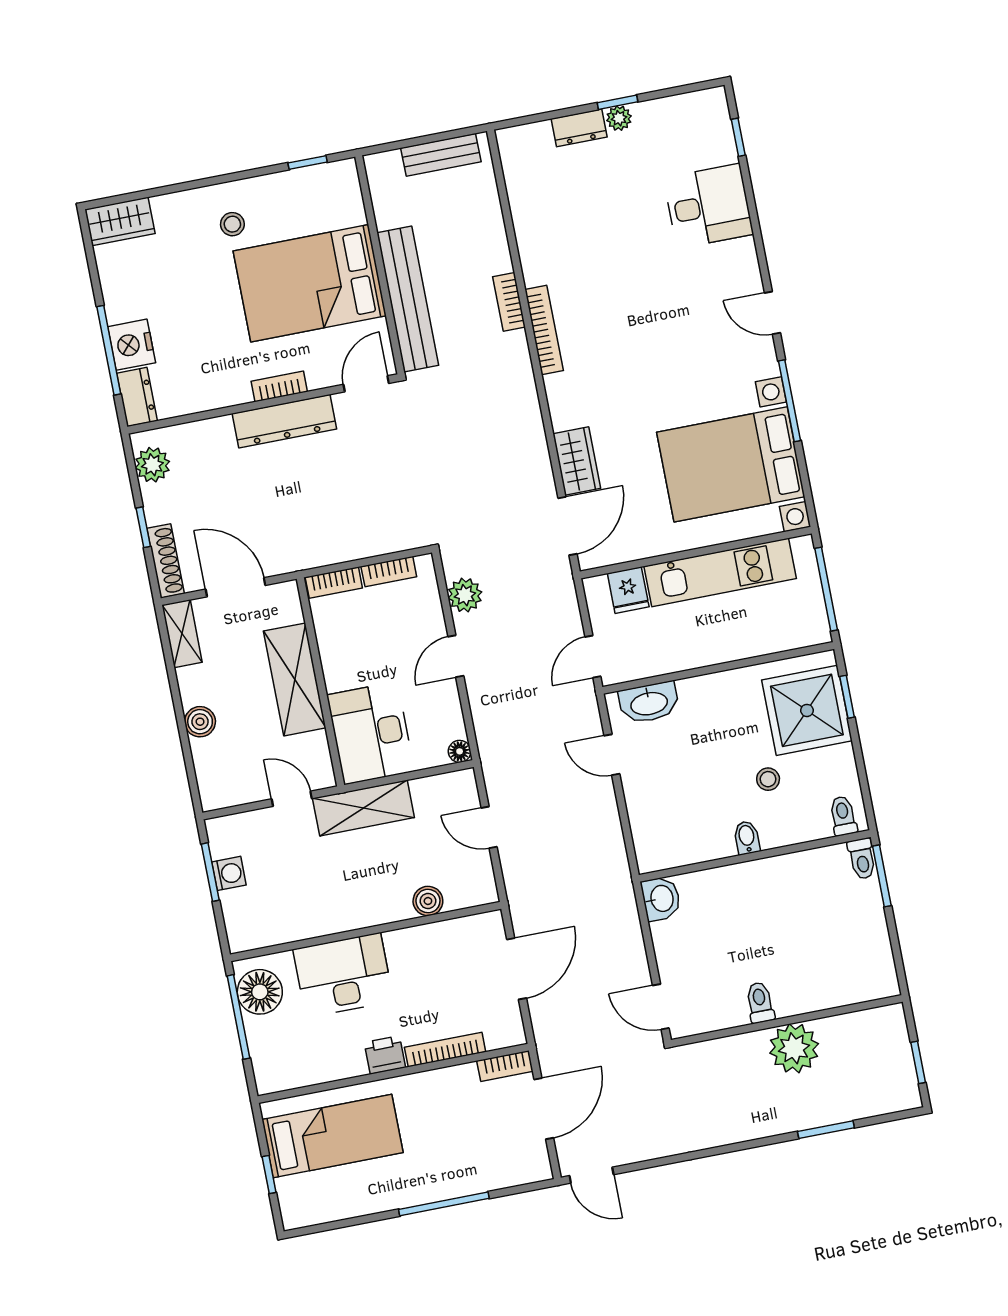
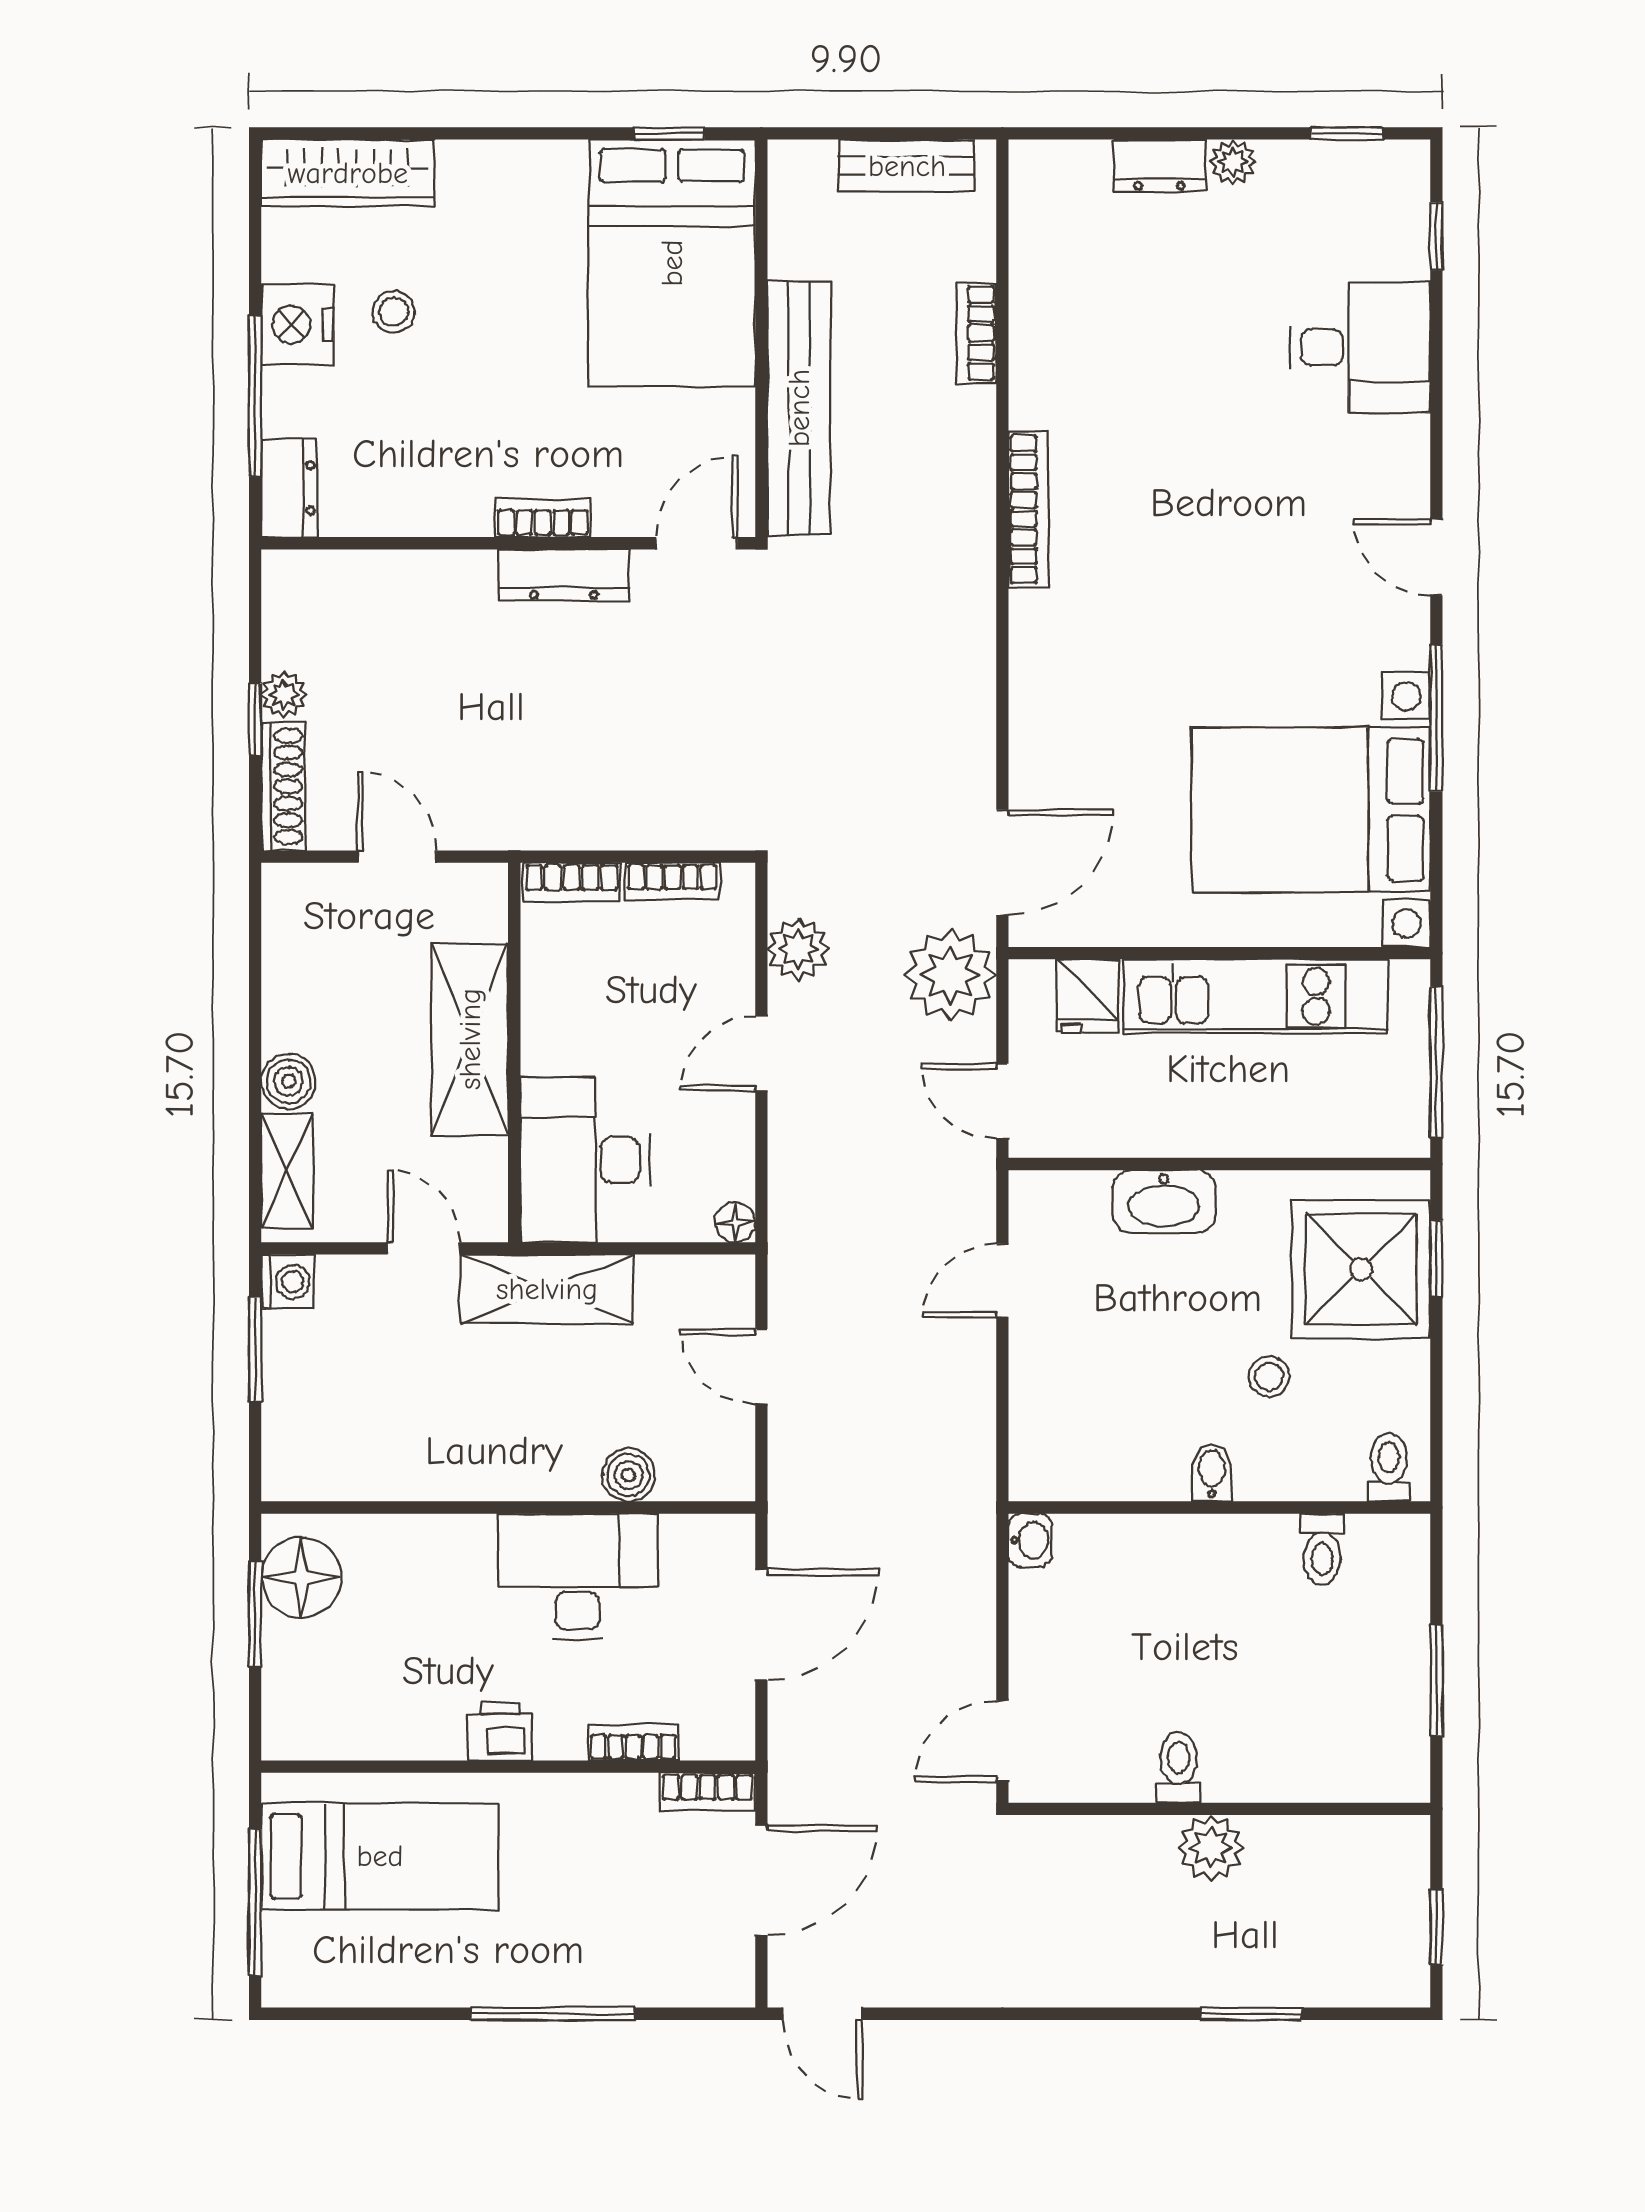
window: (618, 102) -> (1347, 133), moved
wardrobe: (120, 221) -> (348, 173), width x1.50
stool: (232, 224) -> (394, 312), moved
bed: (310, 283) -> (672, 263), moved, turned -90
bookcase: (509, 302) -> (976, 333), moved
nightstand: (132, 345) -> (297, 325), moved
dresser: (284, 421) -> (564, 575), width x0.73, depth x0.80
wardrobe: (577, 461) -> (1041, 751), removed
plant: (152, 465) -> (284, 695), moved, width x0.73, depth x0.73
door: (235, 587) -> (397, 857), width x0.73
plant: (551, 593) -> (950, 975), added
shelving: (182, 634) -> (287, 1171), moved
door: (593, 657) -> (1002, 1101), hinge flipped
washbasin: (649, 703) -> (1164, 1201), moved
door: (612, 755) -> (1002, 1280), hinge flipped
toilet: (862, 859) -> (1322, 1549), moved
washing machine: (229, 873) -> (288, 1282), moved
window: (882, 876) -> (1436, 1680), moved
washbasin: (661, 899) -> (1030, 1540), width x0.72, depth x0.69
desk: (343, 975) -> (578, 1576), moved
door: (661, 1007) -> (1002, 1741), hinge flipped
window: (238, 1017) -> (255, 1614), width x0.69
plant: (794, 1048) -> (1211, 1848), width x0.73, depth x0.73
bookcase: (445, 1050) -> (633, 1743), width x0.64
window: (269, 1174) -> (255, 1902), width x2.17

